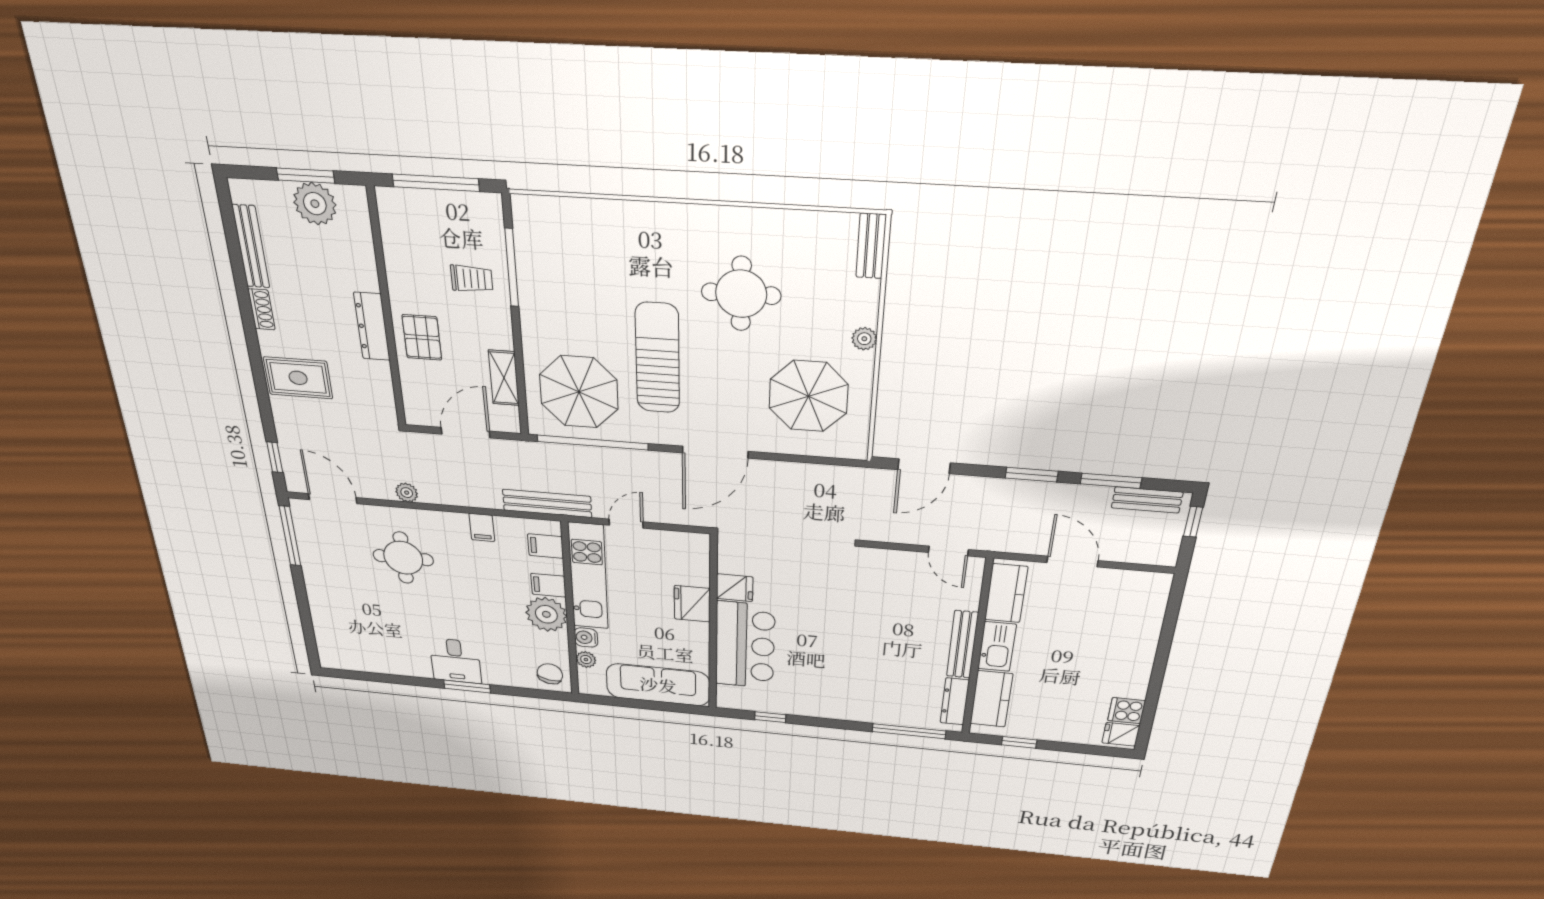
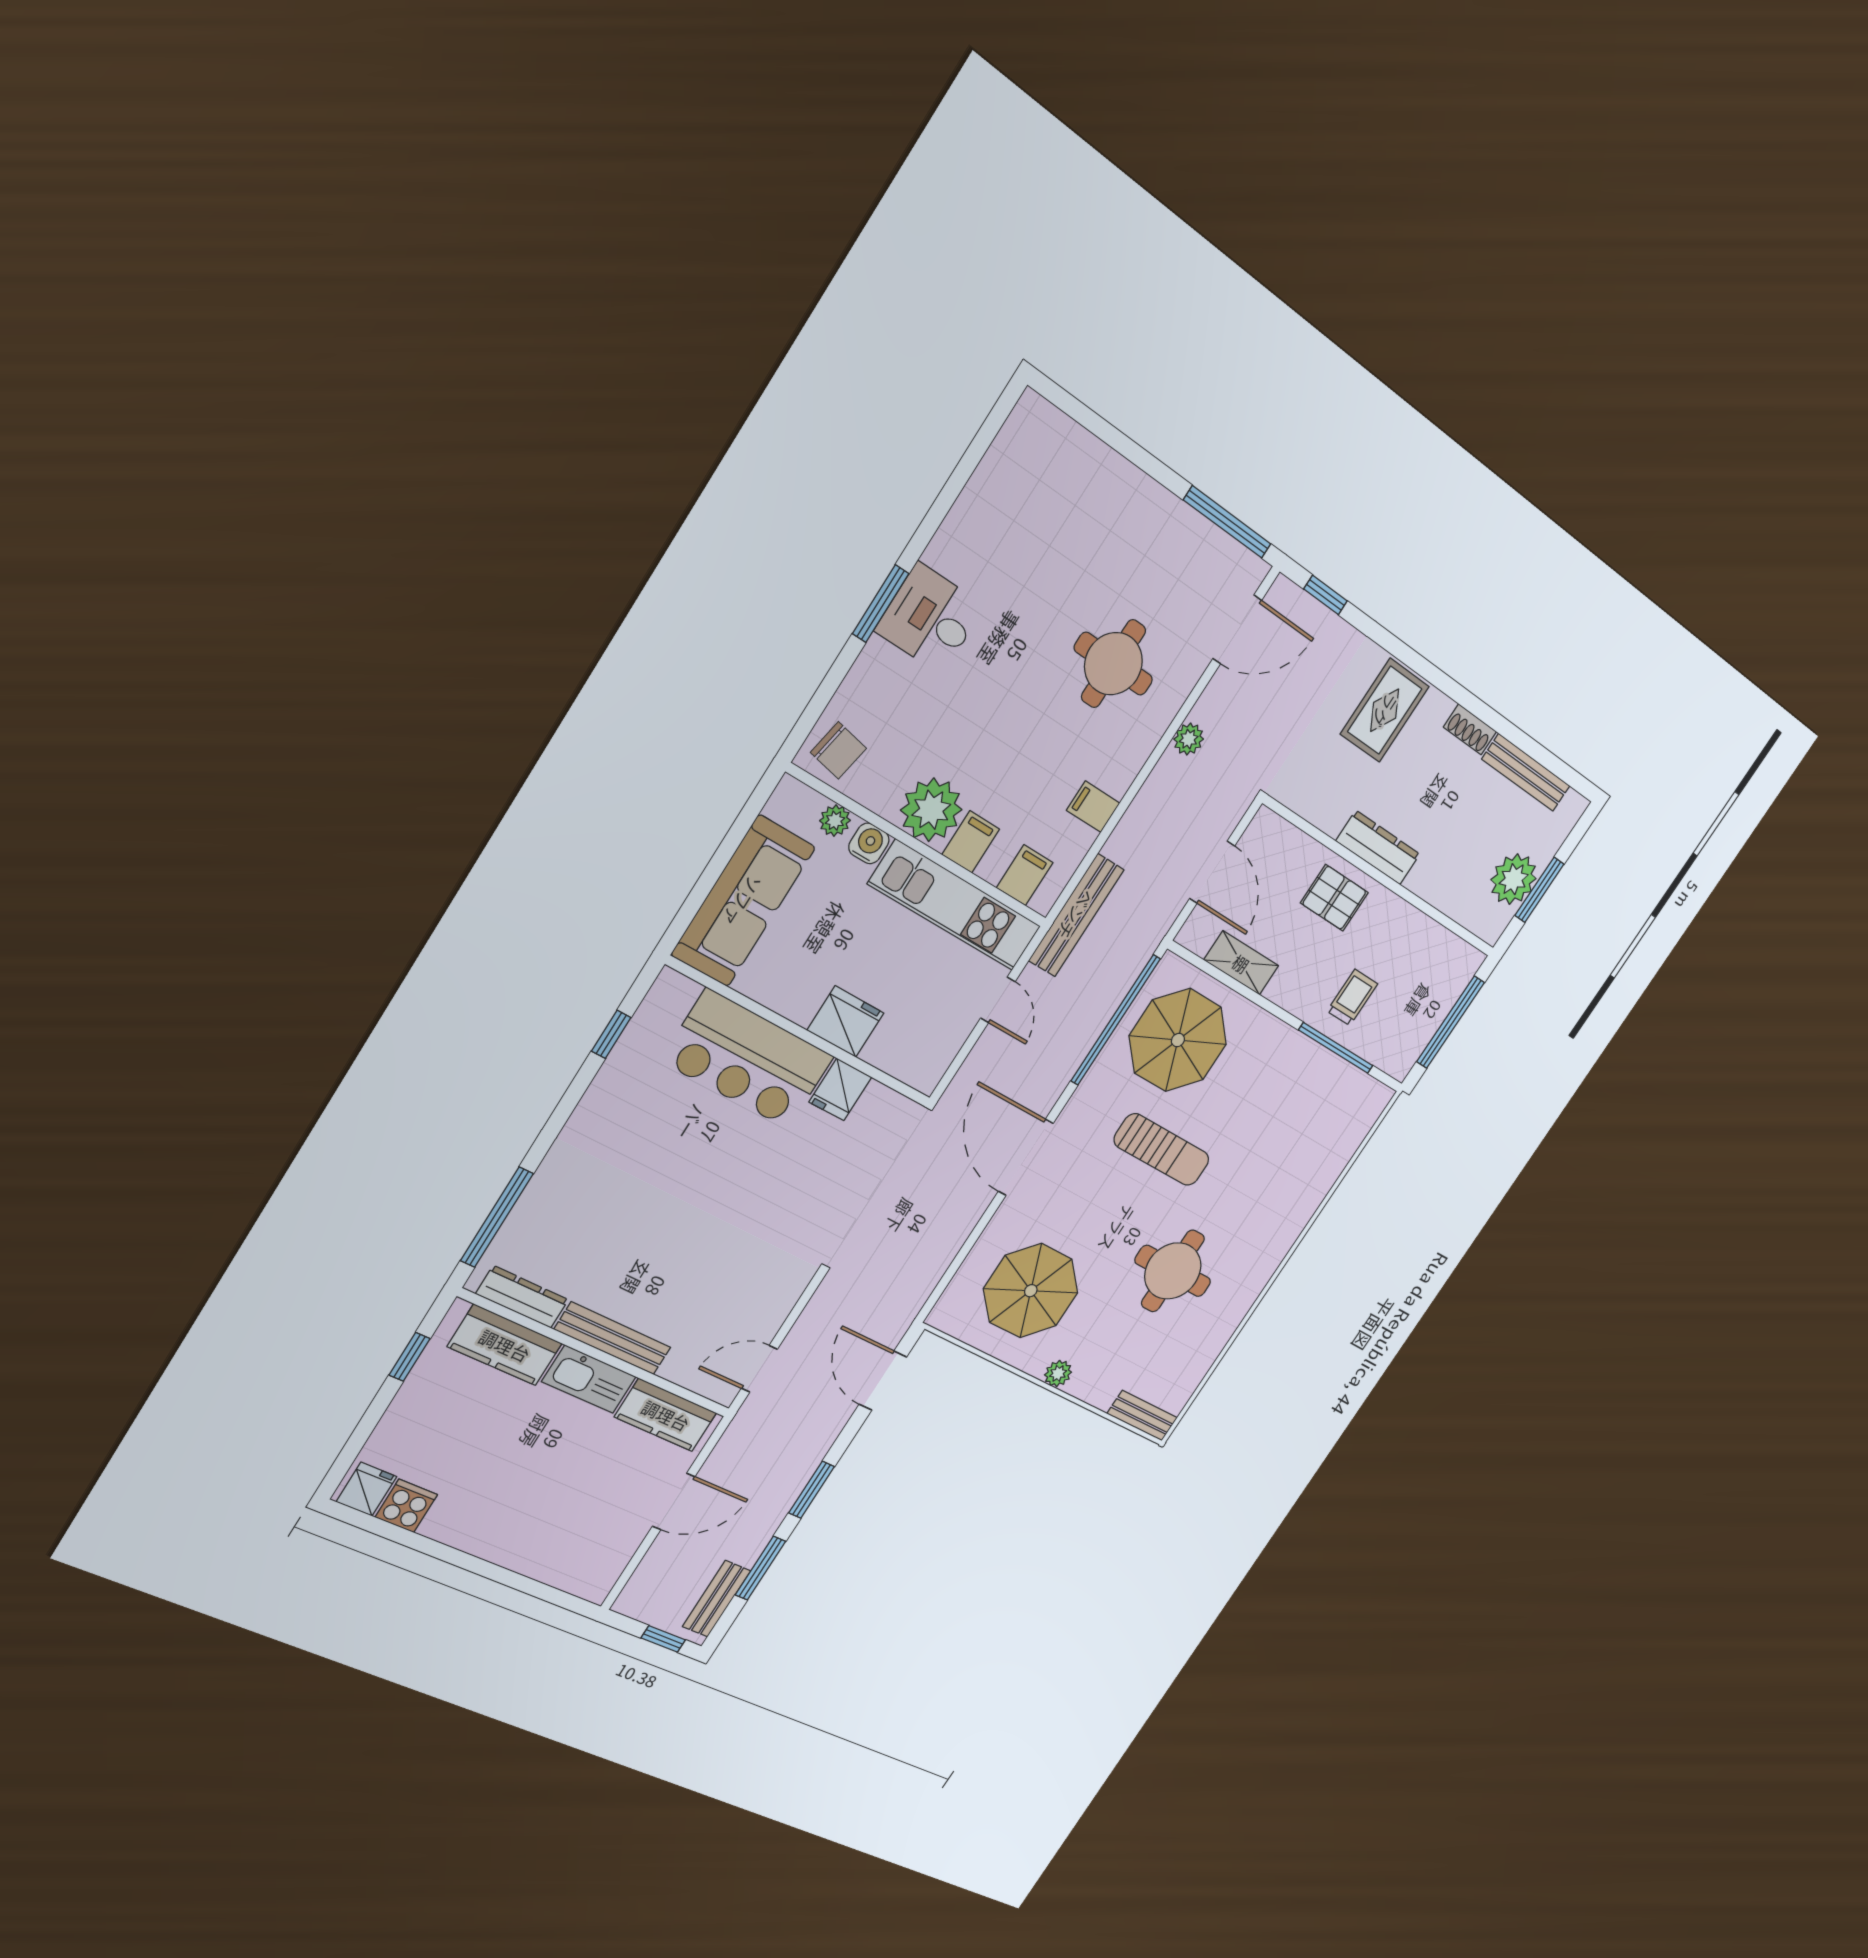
trolley: (472, 279) -> (1352, 997), turned 180
sun lounger: (658, 358) -> (1162, 1150), width x0.73, depth x0.75

